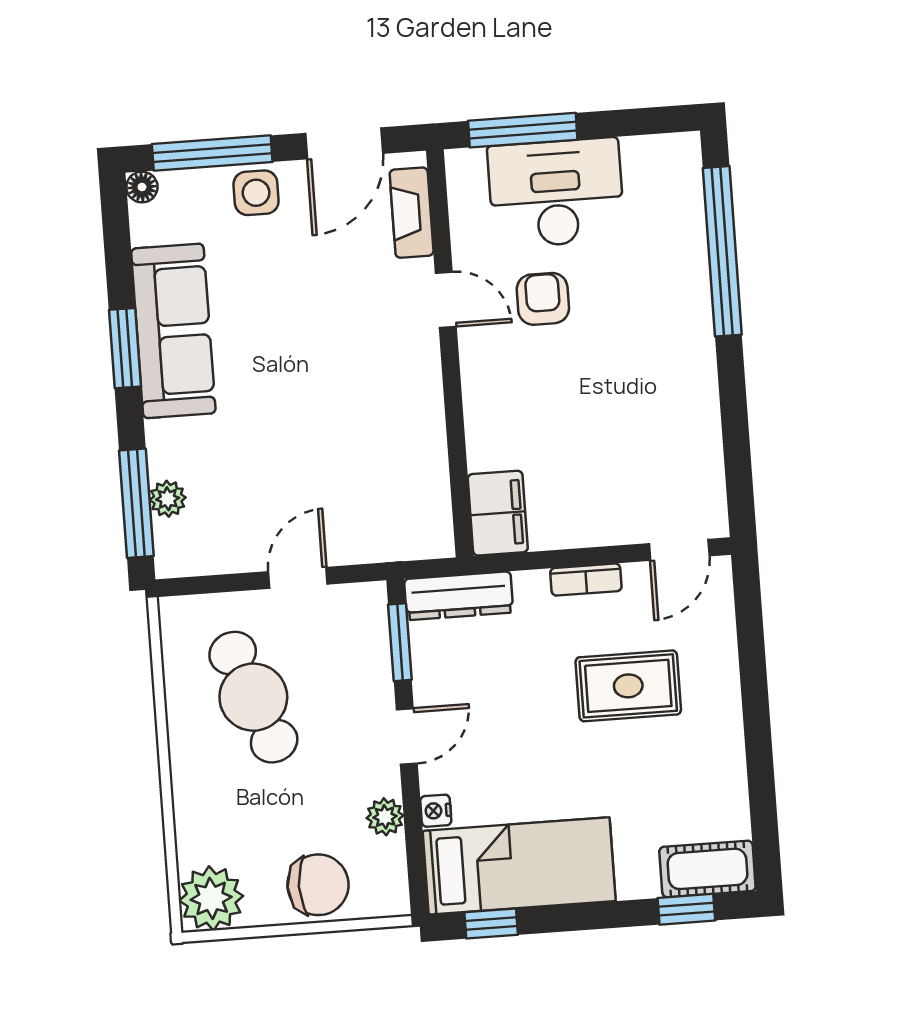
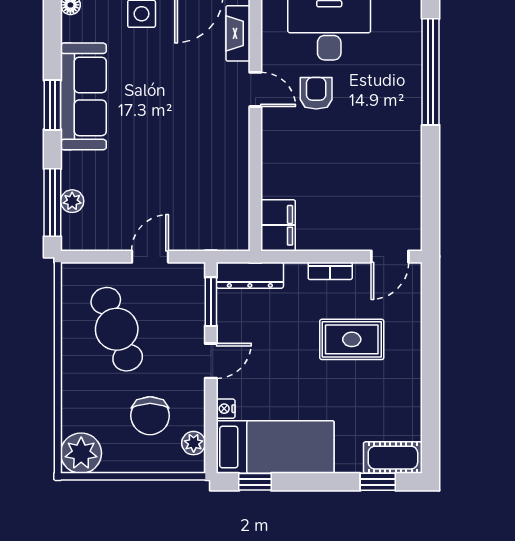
plant: (385, 817) -> (194, 443), moved
chair: (318, 885) -> (150, 416), moved, turned 90

